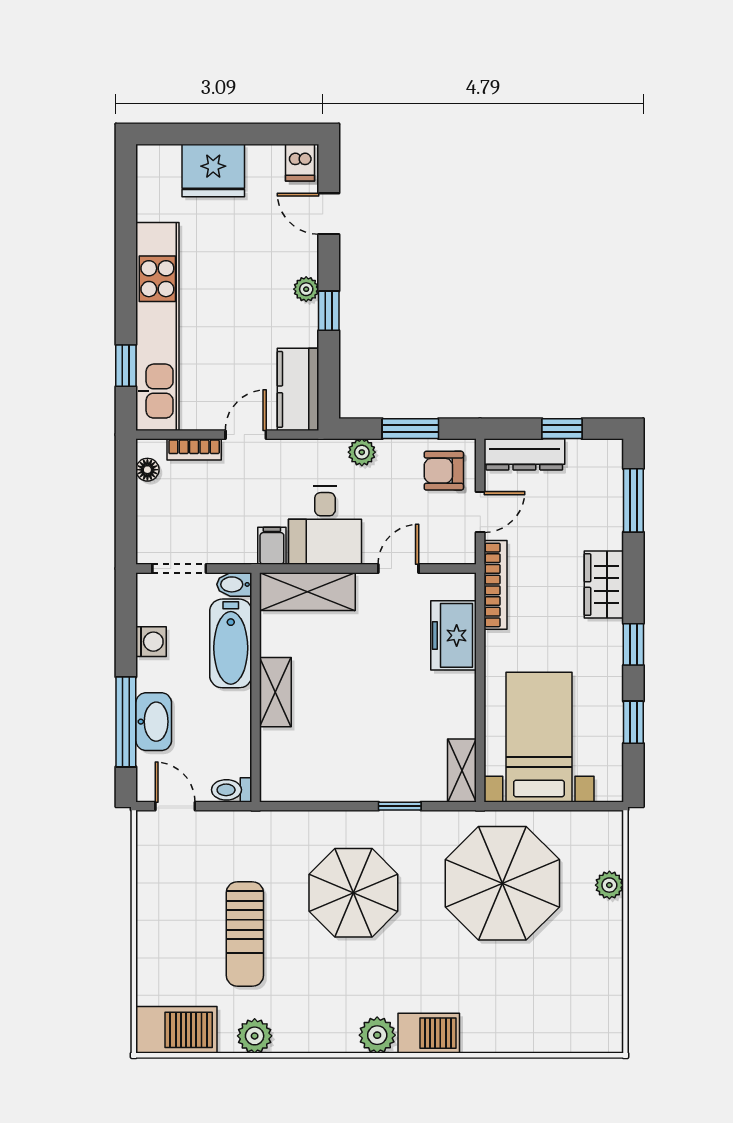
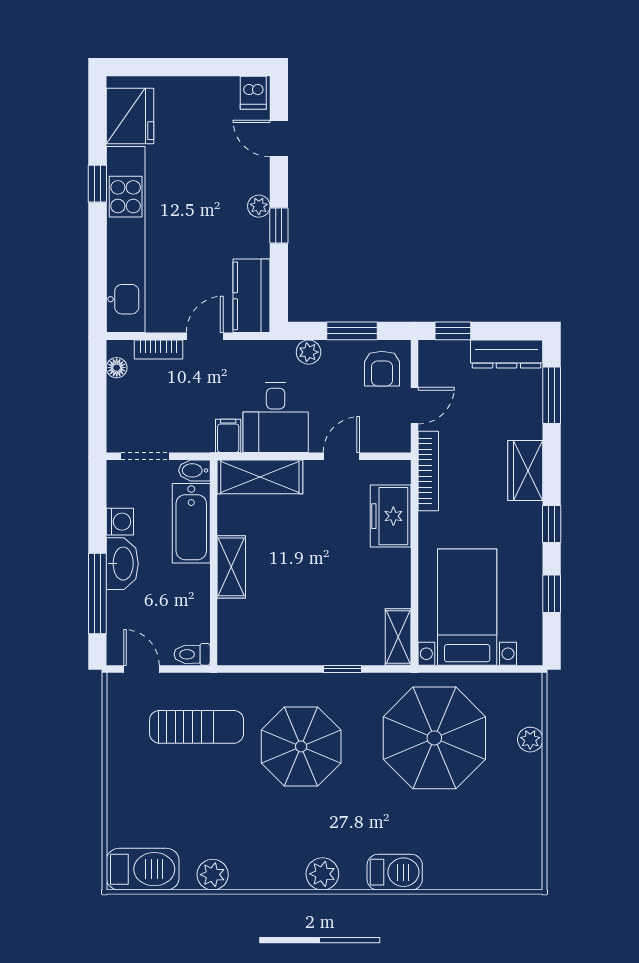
fridge: (213, 170) -> (130, 116), moved, turned -90
window: (126, 366) -> (97, 184), moved
window: (562, 429) -> (453, 331), moved
dresser: (524, 454) -> (507, 354), moved
armchair: (444, 471) -> (382, 369), turned -90
washbasin: (154, 722) -> (122, 564), moved
sun lounger: (245, 934) -> (197, 727), moved, turned -90
barbecue: (429, 1033) -> (395, 872), moved

